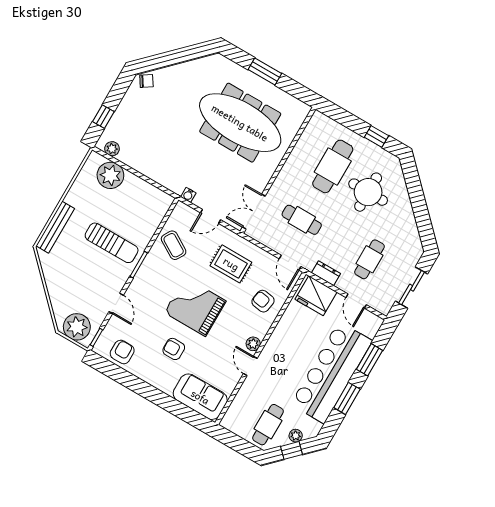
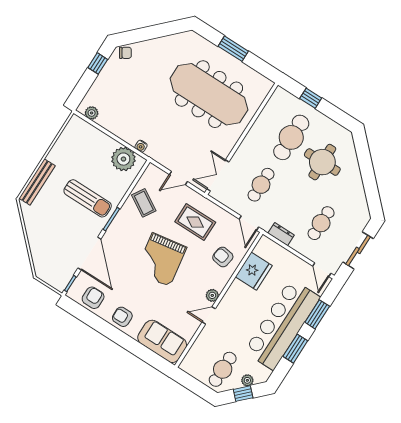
window: (103, 117) -> (98, 63), moved
window: (376, 136) -> (311, 98), moved
plant: (110, 175) -> (123, 159), moved
water cooler: (188, 195) -> (141, 146), moved
cafe table: (302, 220) -> (261, 185), turned 90
fridge: (316, 296) -> (254, 271), moved, turned -90
door: (356, 301) -> (322, 270), moved
door: (116, 303) -> (89, 254), width x1.88
grand piano: (195, 307) -> (161, 260), turned -99
plant: (77, 327) -> (53, 273), removed
armchair: (174, 349) -> (122, 317), moved
door: (250, 366) -> (209, 315), hinge flipped

